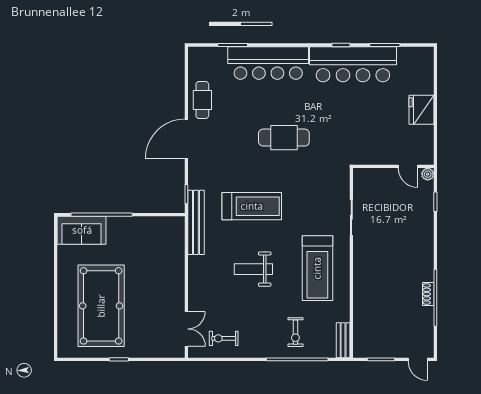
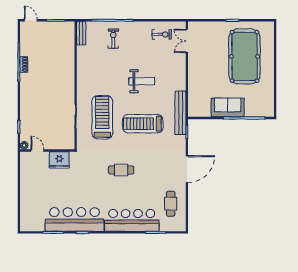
cafe table: (202, 100) -> (171, 204), moved
fridge: (421, 110) -> (59, 160), moved, turned 90
cafe table: (284, 138) -> (121, 170), width x0.73, depth x0.74
sofa: (82, 230) -> (228, 107), moved
treadmill: (317, 268) -> (102, 117), moved

